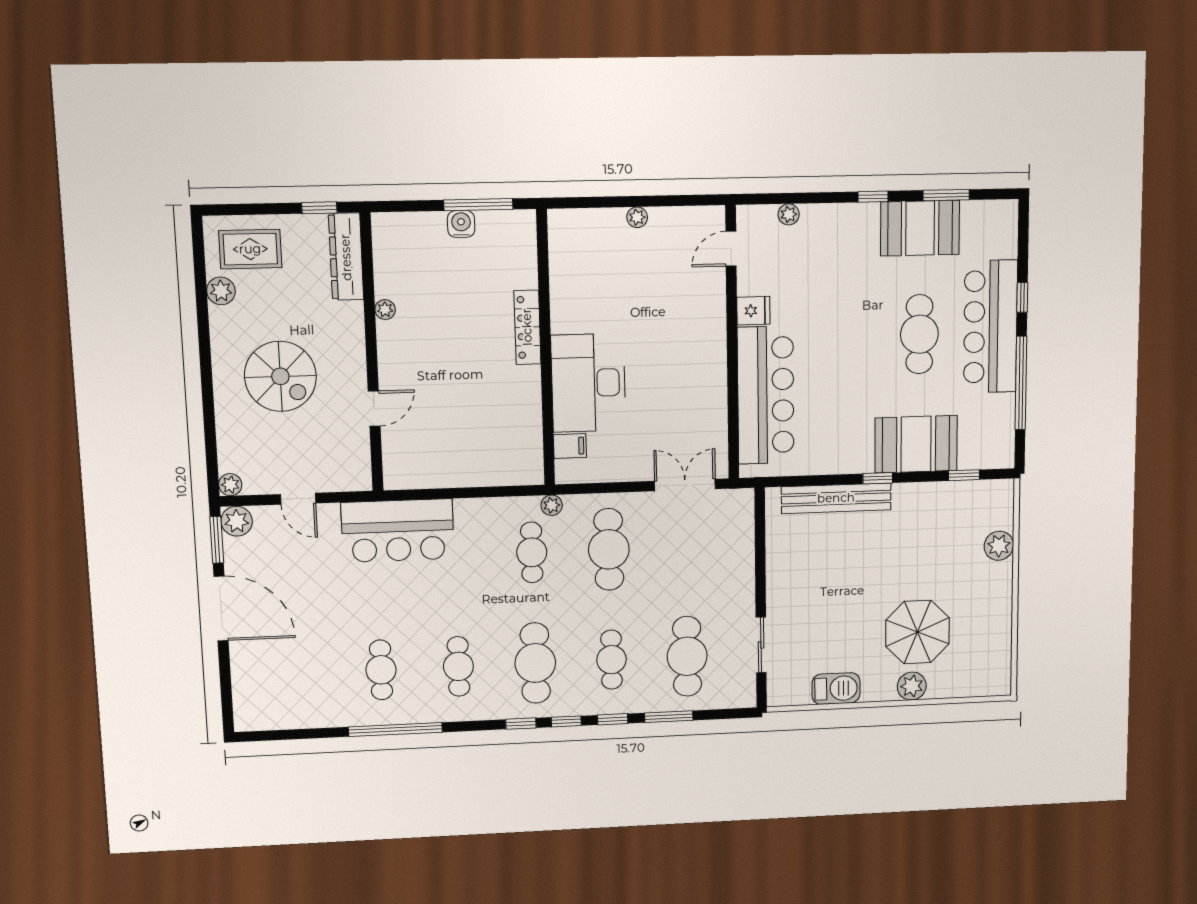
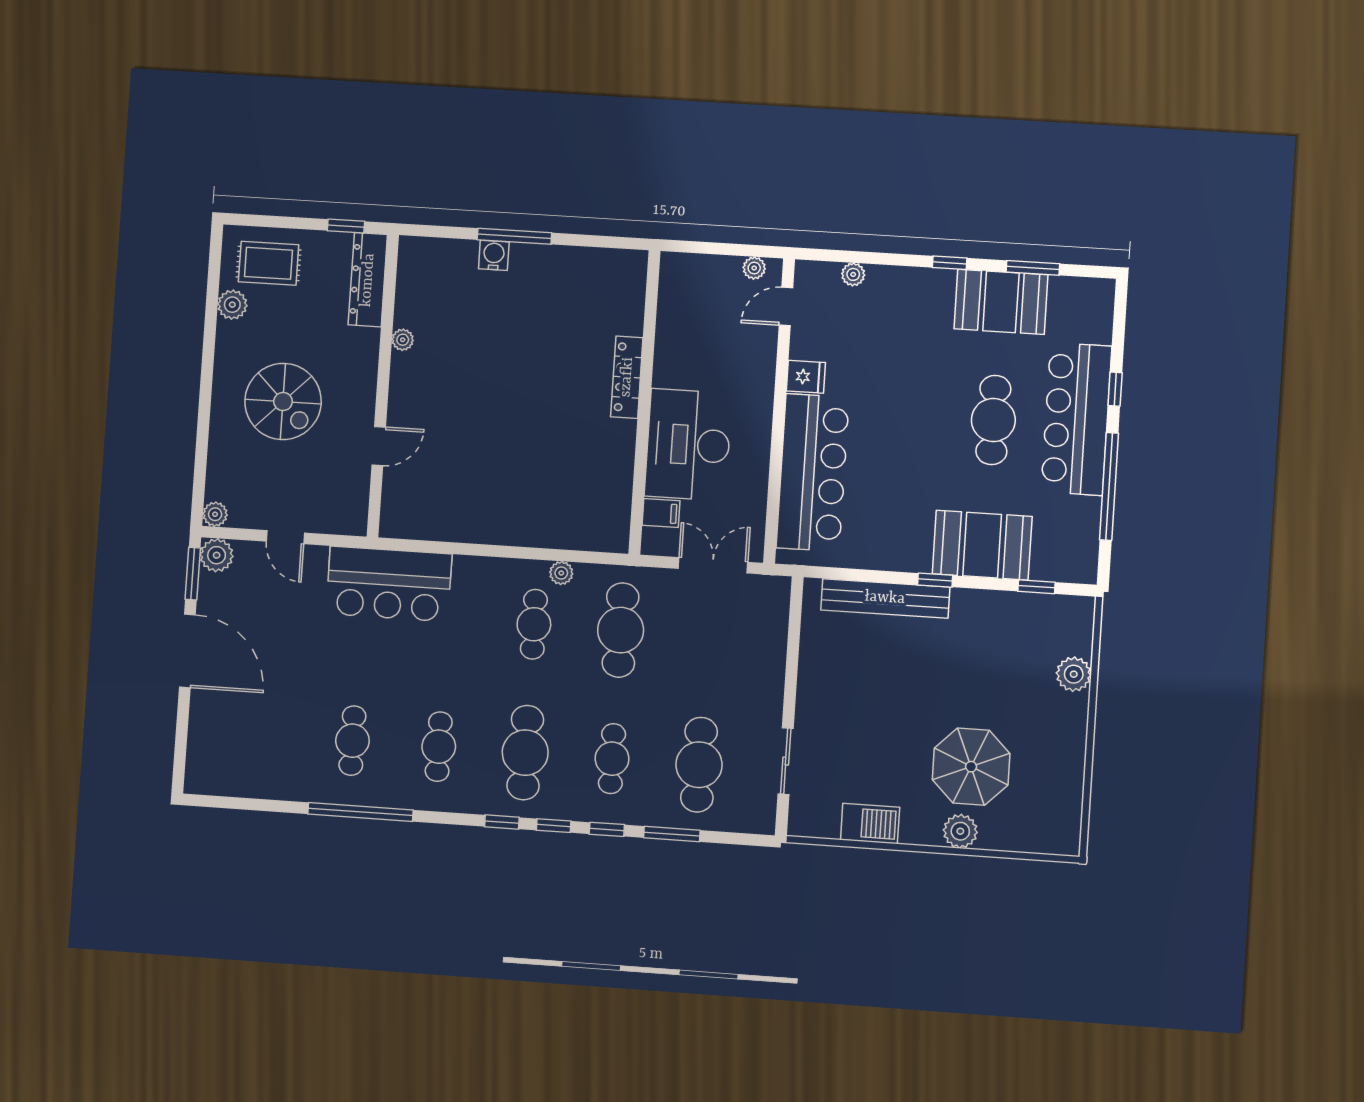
plant: (637, 217) -> (754, 268), moved
locker: (527, 327) -> (627, 377), moved
wall: (546, 349) -> (645, 402), moved
desk: (588, 383) -> (688, 445), moved
filing cabinet: (570, 446) -> (661, 513), moved

